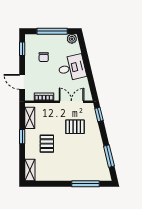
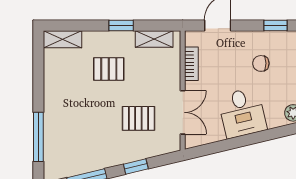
window: (99, 115) -> (136, 166), moved
pallet: (75, 127) -> (138, 118), turned 90

